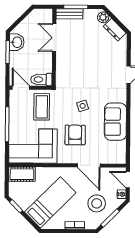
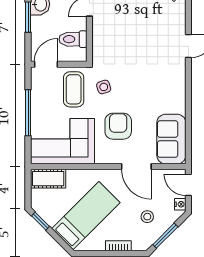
toilet: (41, 80) -> (73, 39), moved
door: (21, 88) -> (46, 64), hinge flipped
side table: (83, 106) -> (104, 87), moved
sofa: (115, 122) -> (171, 139), moved
stool: (97, 203) -> (147, 217), width x0.53, depth x0.53

